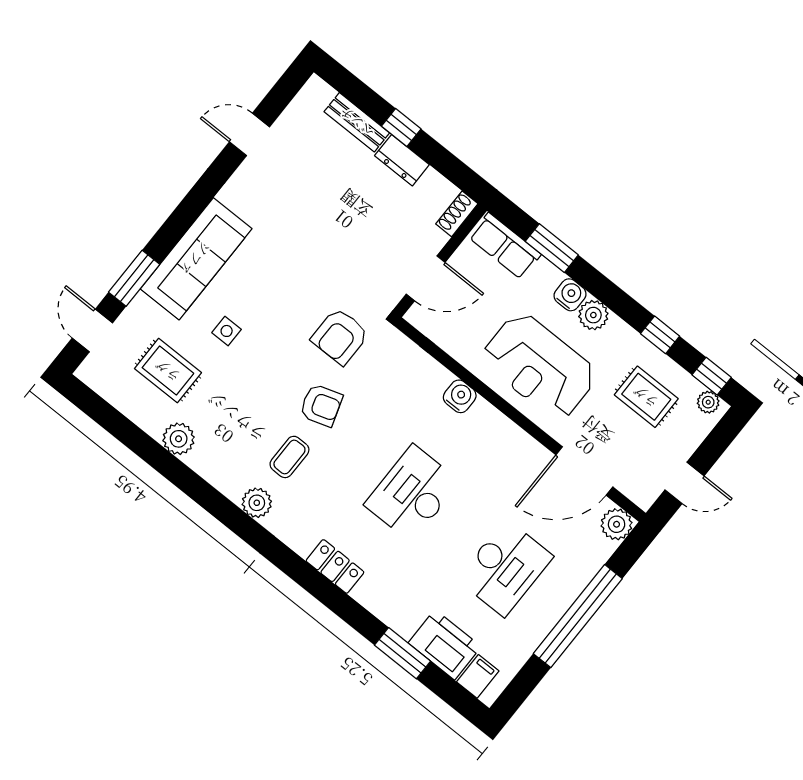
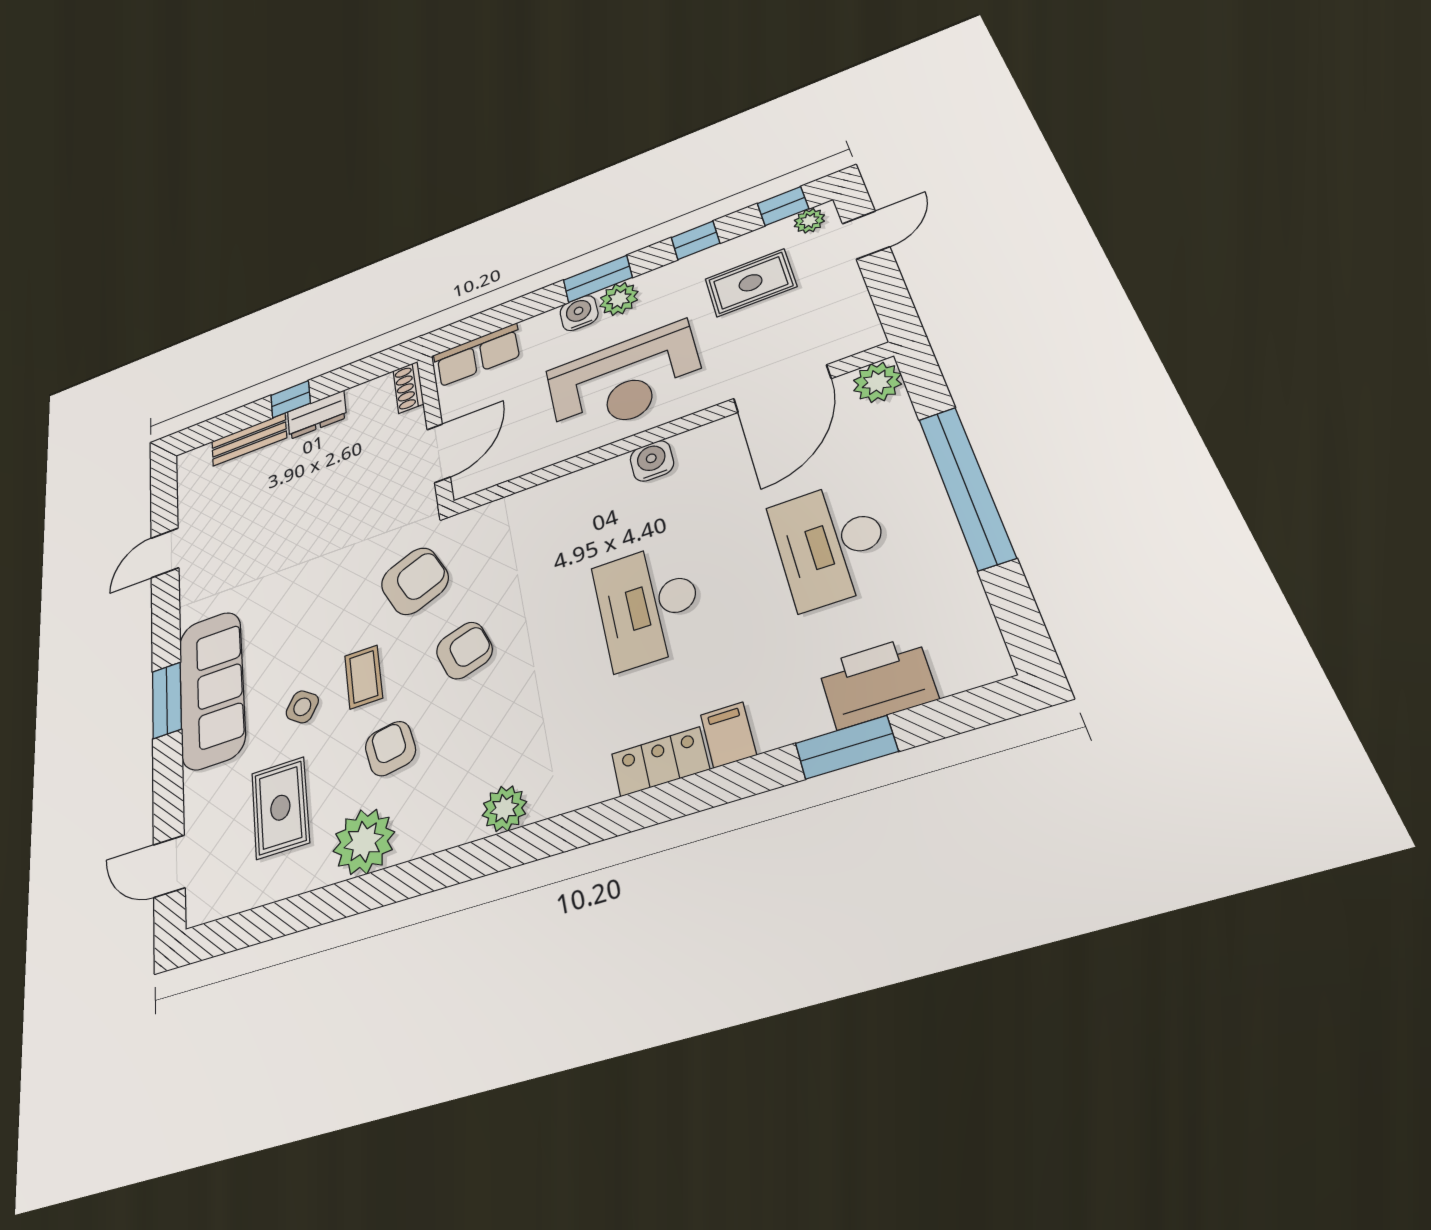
window: (552, 248) -> (598, 279), moved
window: (134, 278) -> (167, 700), moved
side table: (227, 331) -> (302, 707), turned 34
armchair: (340, 336) -> (415, 581), turned -113
rug: (168, 371) -> (280, 808), turned 90
water cooler: (460, 396) -> (652, 461), moved
armchair: (242, 409) -> (390, 748), added
plant: (179, 439) -> (364, 842), width x1.36, depth x1.36
coffee table: (289, 457) -> (364, 677), moved
door: (684, 483) -> (866, 235), moved
desk: (505, 568) -> (830, 544), turned 180
filing cabinet: (478, 676) -> (728, 735), moved

